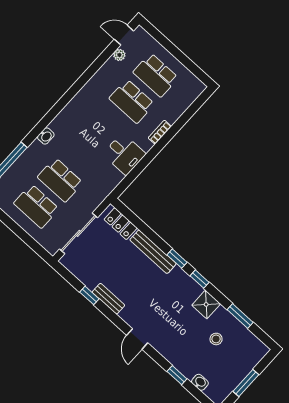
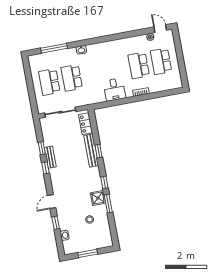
window: (177, 259) -> (99, 151), moved
window: (240, 316) -> (108, 204), moved
window: (113, 317) -> (45, 168), added
door: (137, 339) -> (52, 202), moved

